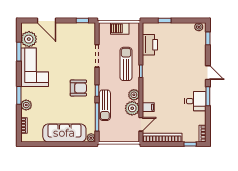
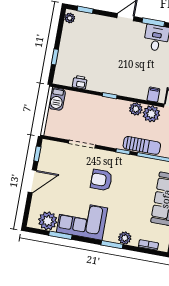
door: (47, 21) -> (32, 181), moved
barbecue: (120, 28) -> (57, 99), moved
printer: (150, 45) -> (80, 82), width x0.53, depth x0.68
sun lounger: (126, 64) -> (98, 112), removed
armchair: (78, 88) -> (101, 180), moved, turned -90

